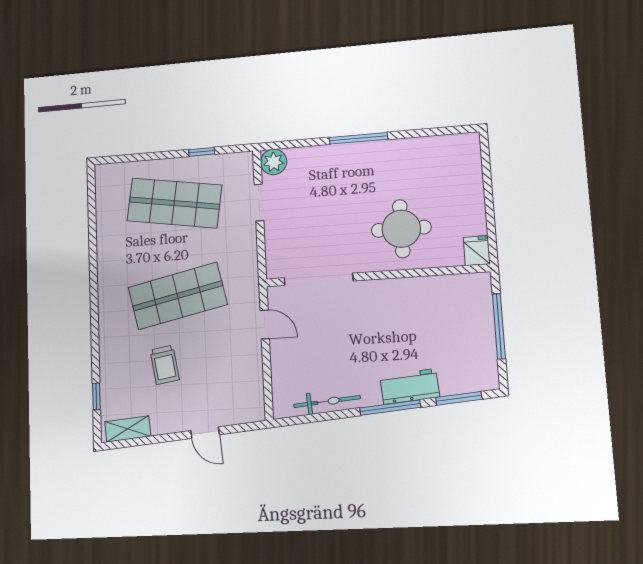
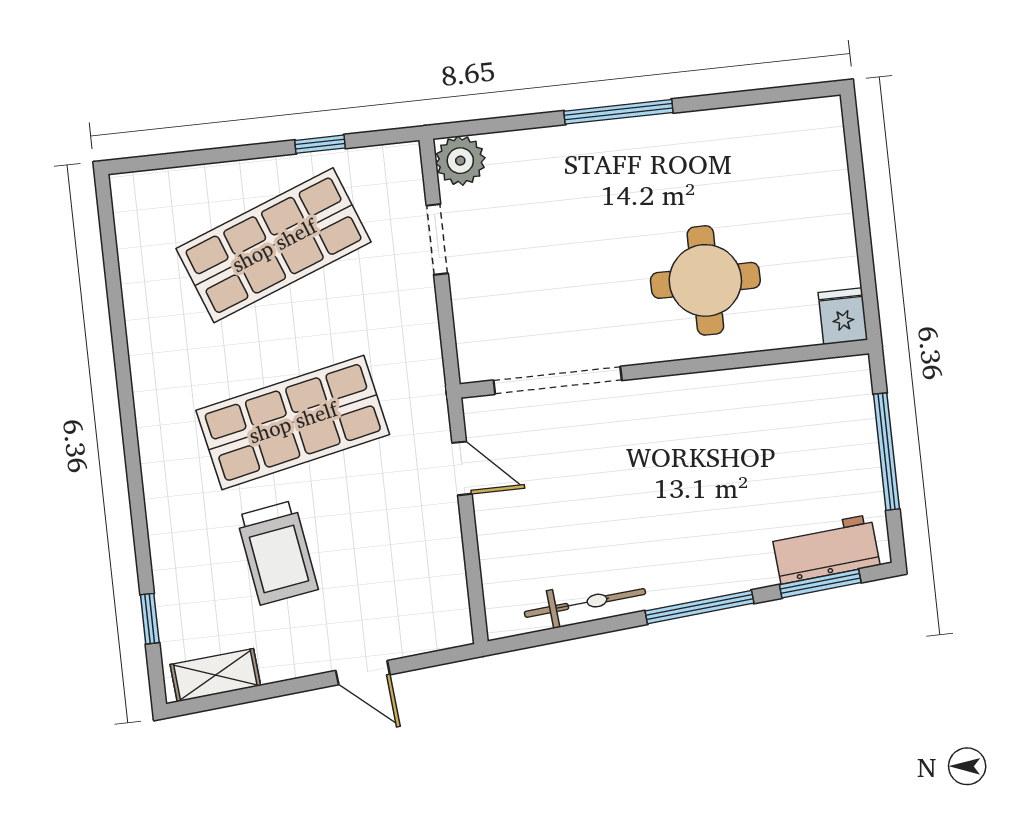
shop shelf: (174, 203) -> (274, 245), turned -30
trolley: (165, 365) -> (277, 553), width x1.36, depth x1.39
workbench: (410, 386) -> (826, 549), moved

